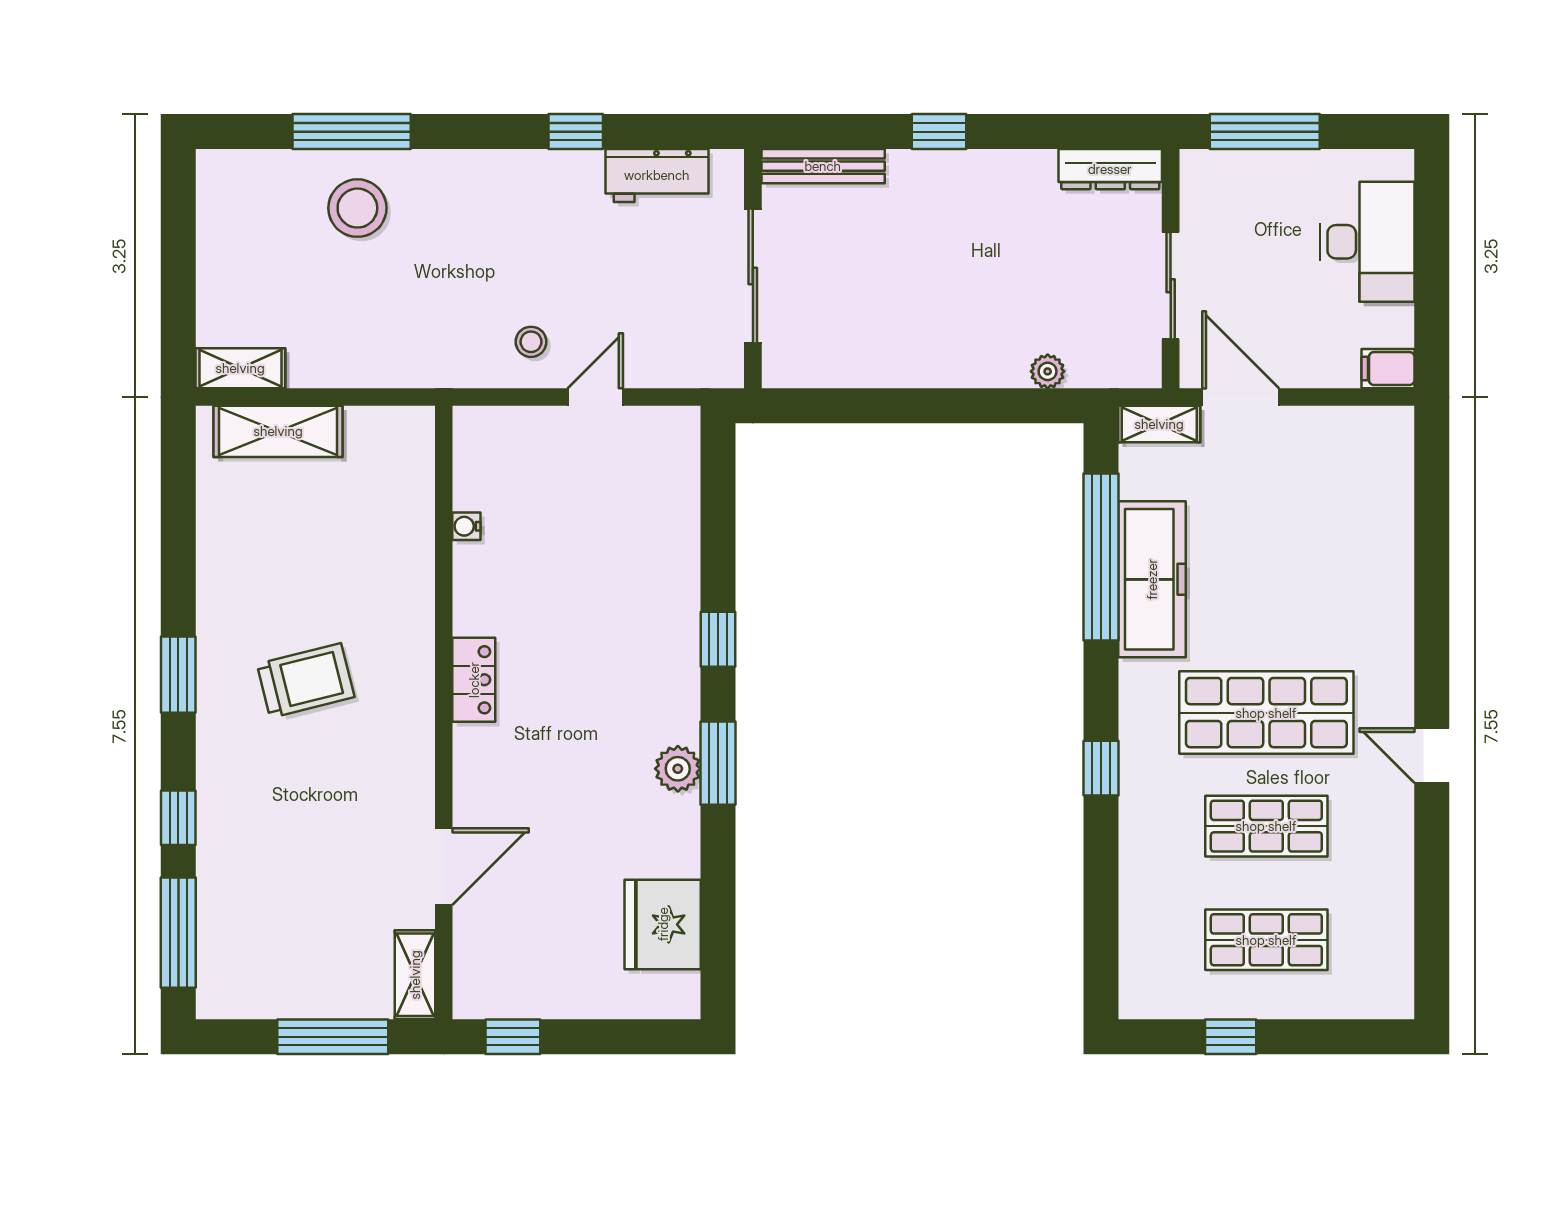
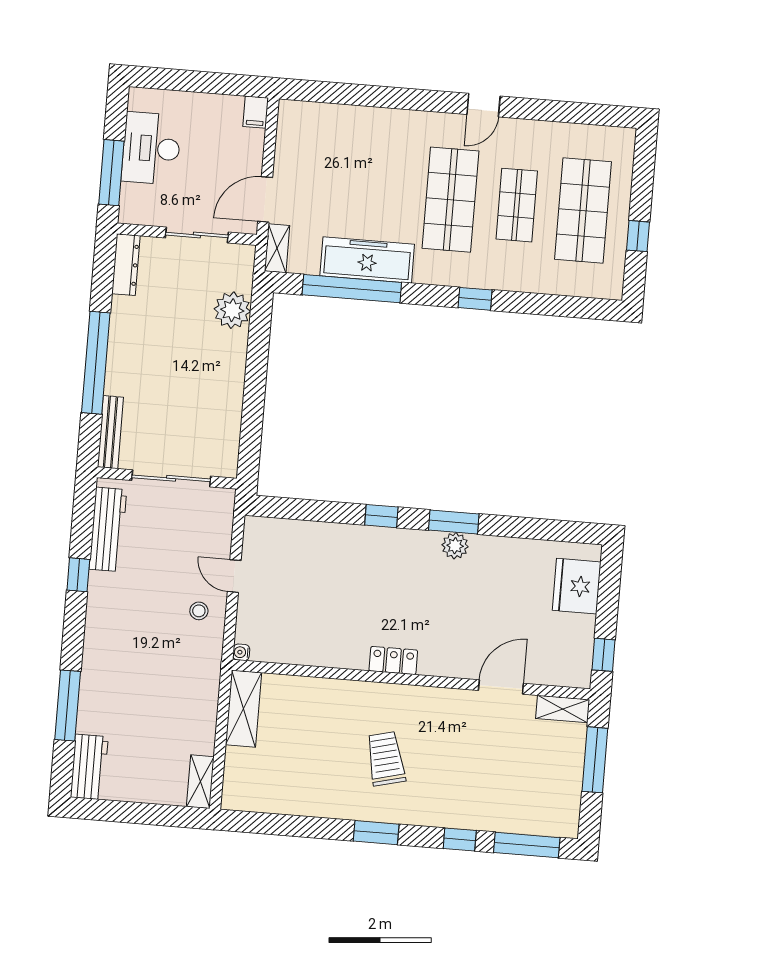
window: (939, 132) -> (96, 363), width x3.17
workbench: (657, 175) -> (108, 529), width x1.38
workbench: (250, 177) -> (89, 767), added
stool: (357, 208) -> (113, 706), removed
desk: (1367, 242) -> (151, 148), moved, turned -90
plant: (1048, 371) -> (232, 310), width x1.87, depth x1.87
shelving: (278, 431) -> (243, 709), moved
water cooler: (466, 526) -> (241, 652), moved, turned 90
door: (444, 867) -> (501, 687), hinge flipped
fridge: (663, 924) -> (577, 586), moved, turned 90
shop shelf: (1266, 940) -> (583, 211), width x1.43, depth x1.36

